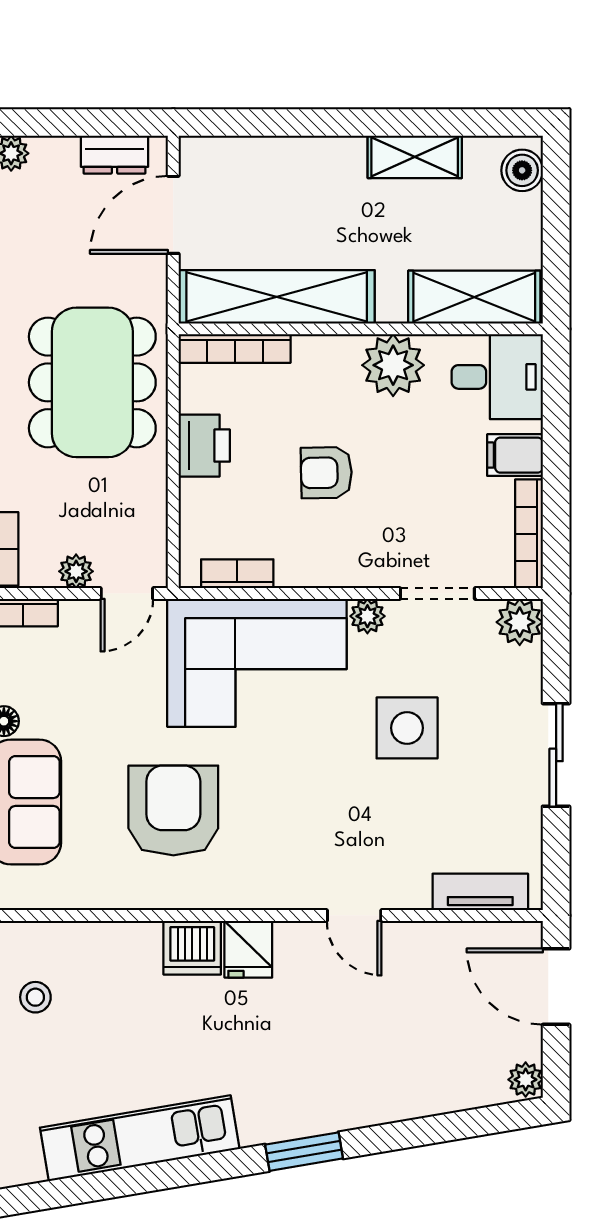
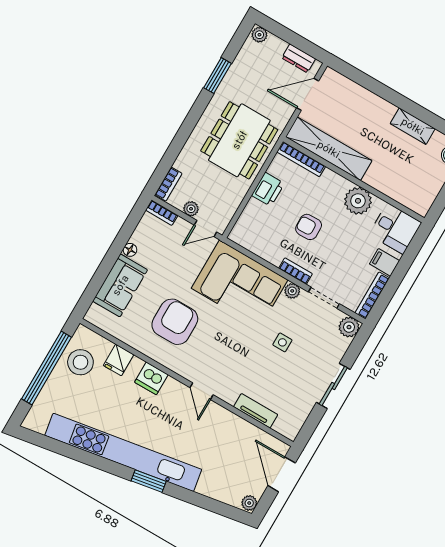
shelving: (474, 297) -> (404, 193), removed
bookcase: (237, 574) -> (295, 271), moved
side table: (407, 728) -> (282, 342), width x0.54, depth x0.54
tv unit: (480, 892) -> (256, 411), moved
door: (354, 915) -> (202, 391), moved
fridge: (248, 949) -> (119, 360), moved
stool: (35, 997) -> (80, 362), width x1.89, depth x1.89
kitchen unit: (140, 1138) -> (123, 452), width x1.86

